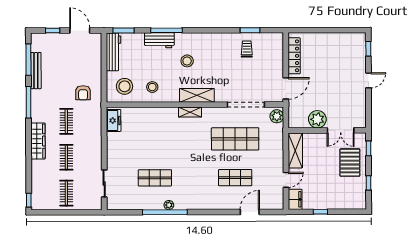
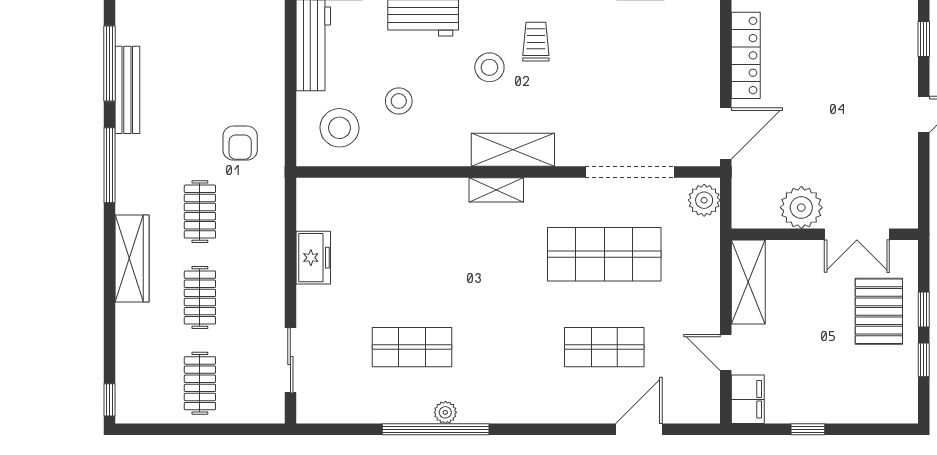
trolley: (247, 49) -> (536, 42), moved
stool: (152, 87) -> (399, 101), moved
freezer: (114, 120) -> (313, 258), moved
window: (369, 148) -> (924, 309), moved
door: (286, 180) -> (726, 352), swing flipped

